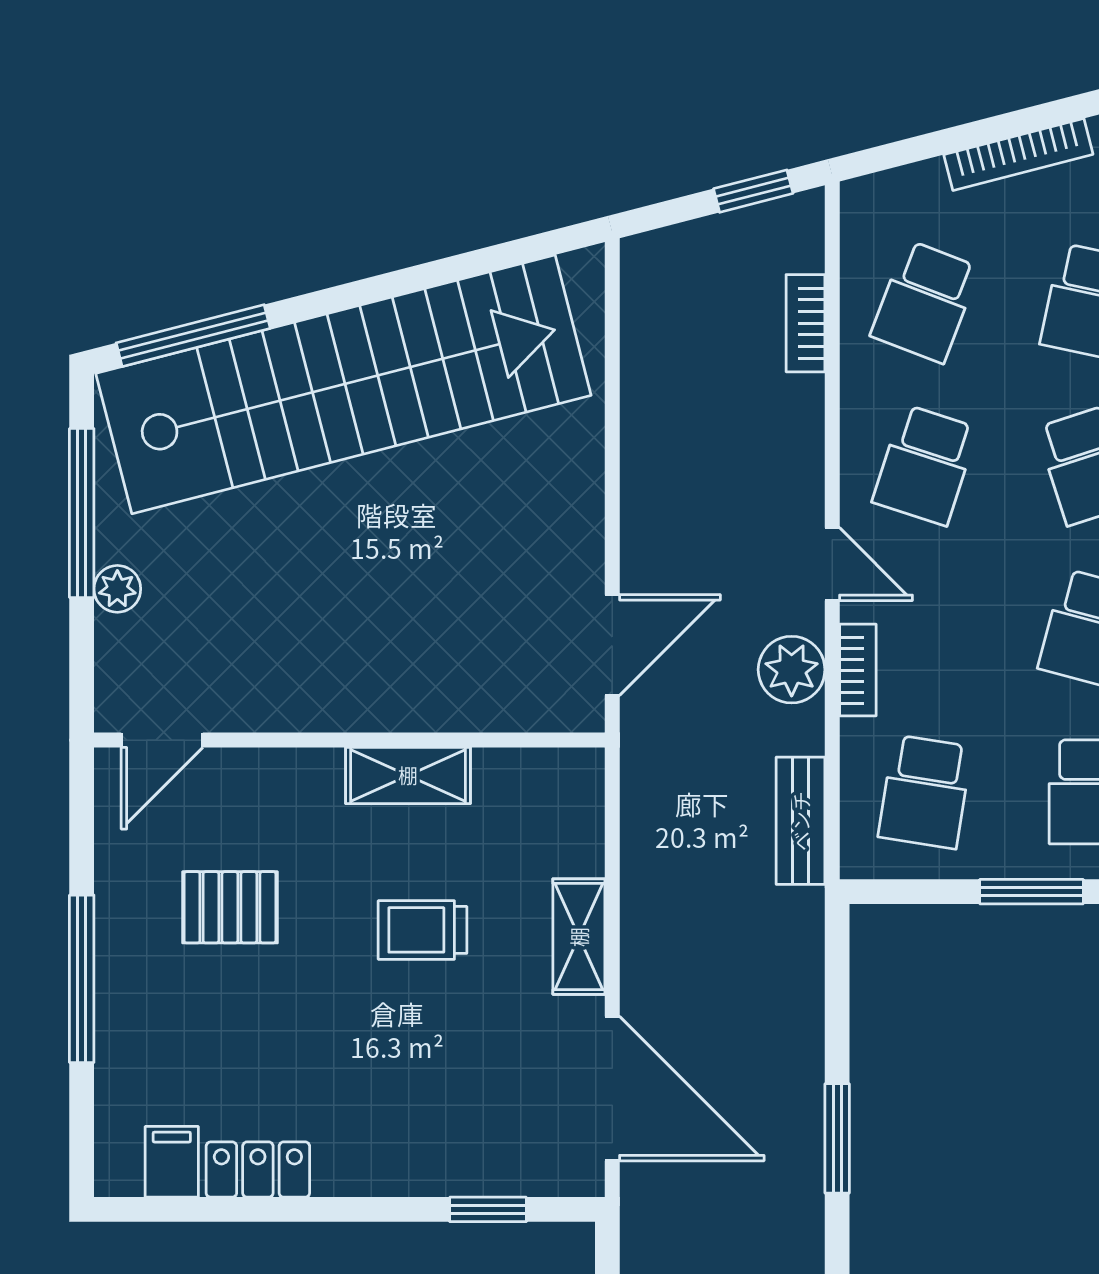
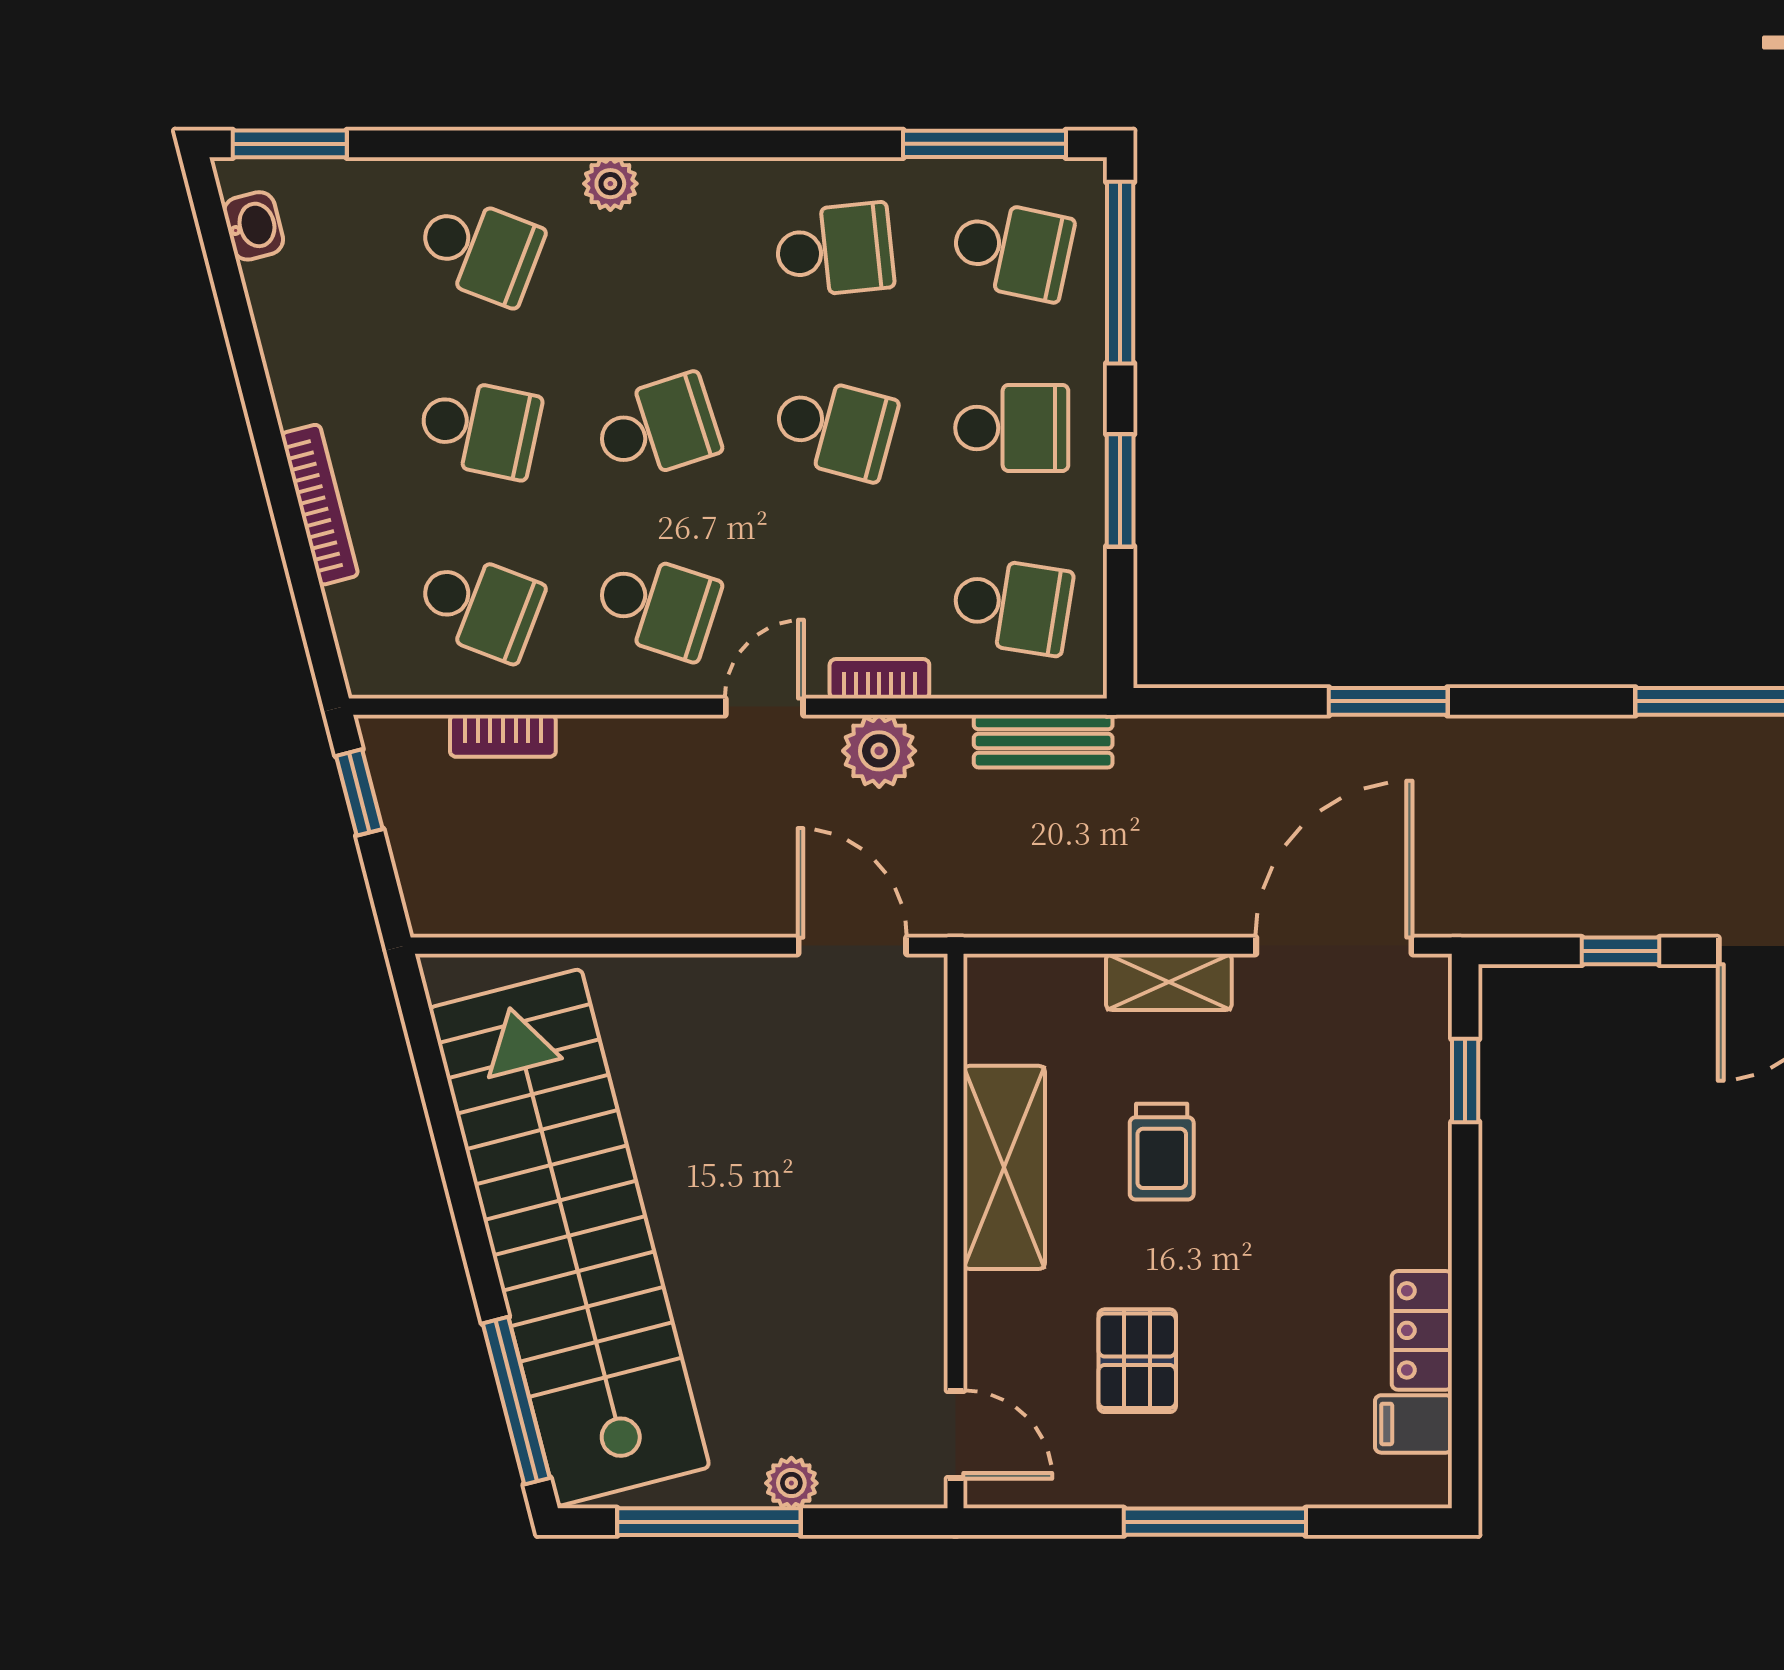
shelving: (408, 775) -> (1004, 1167), width x1.50, depth x1.33

